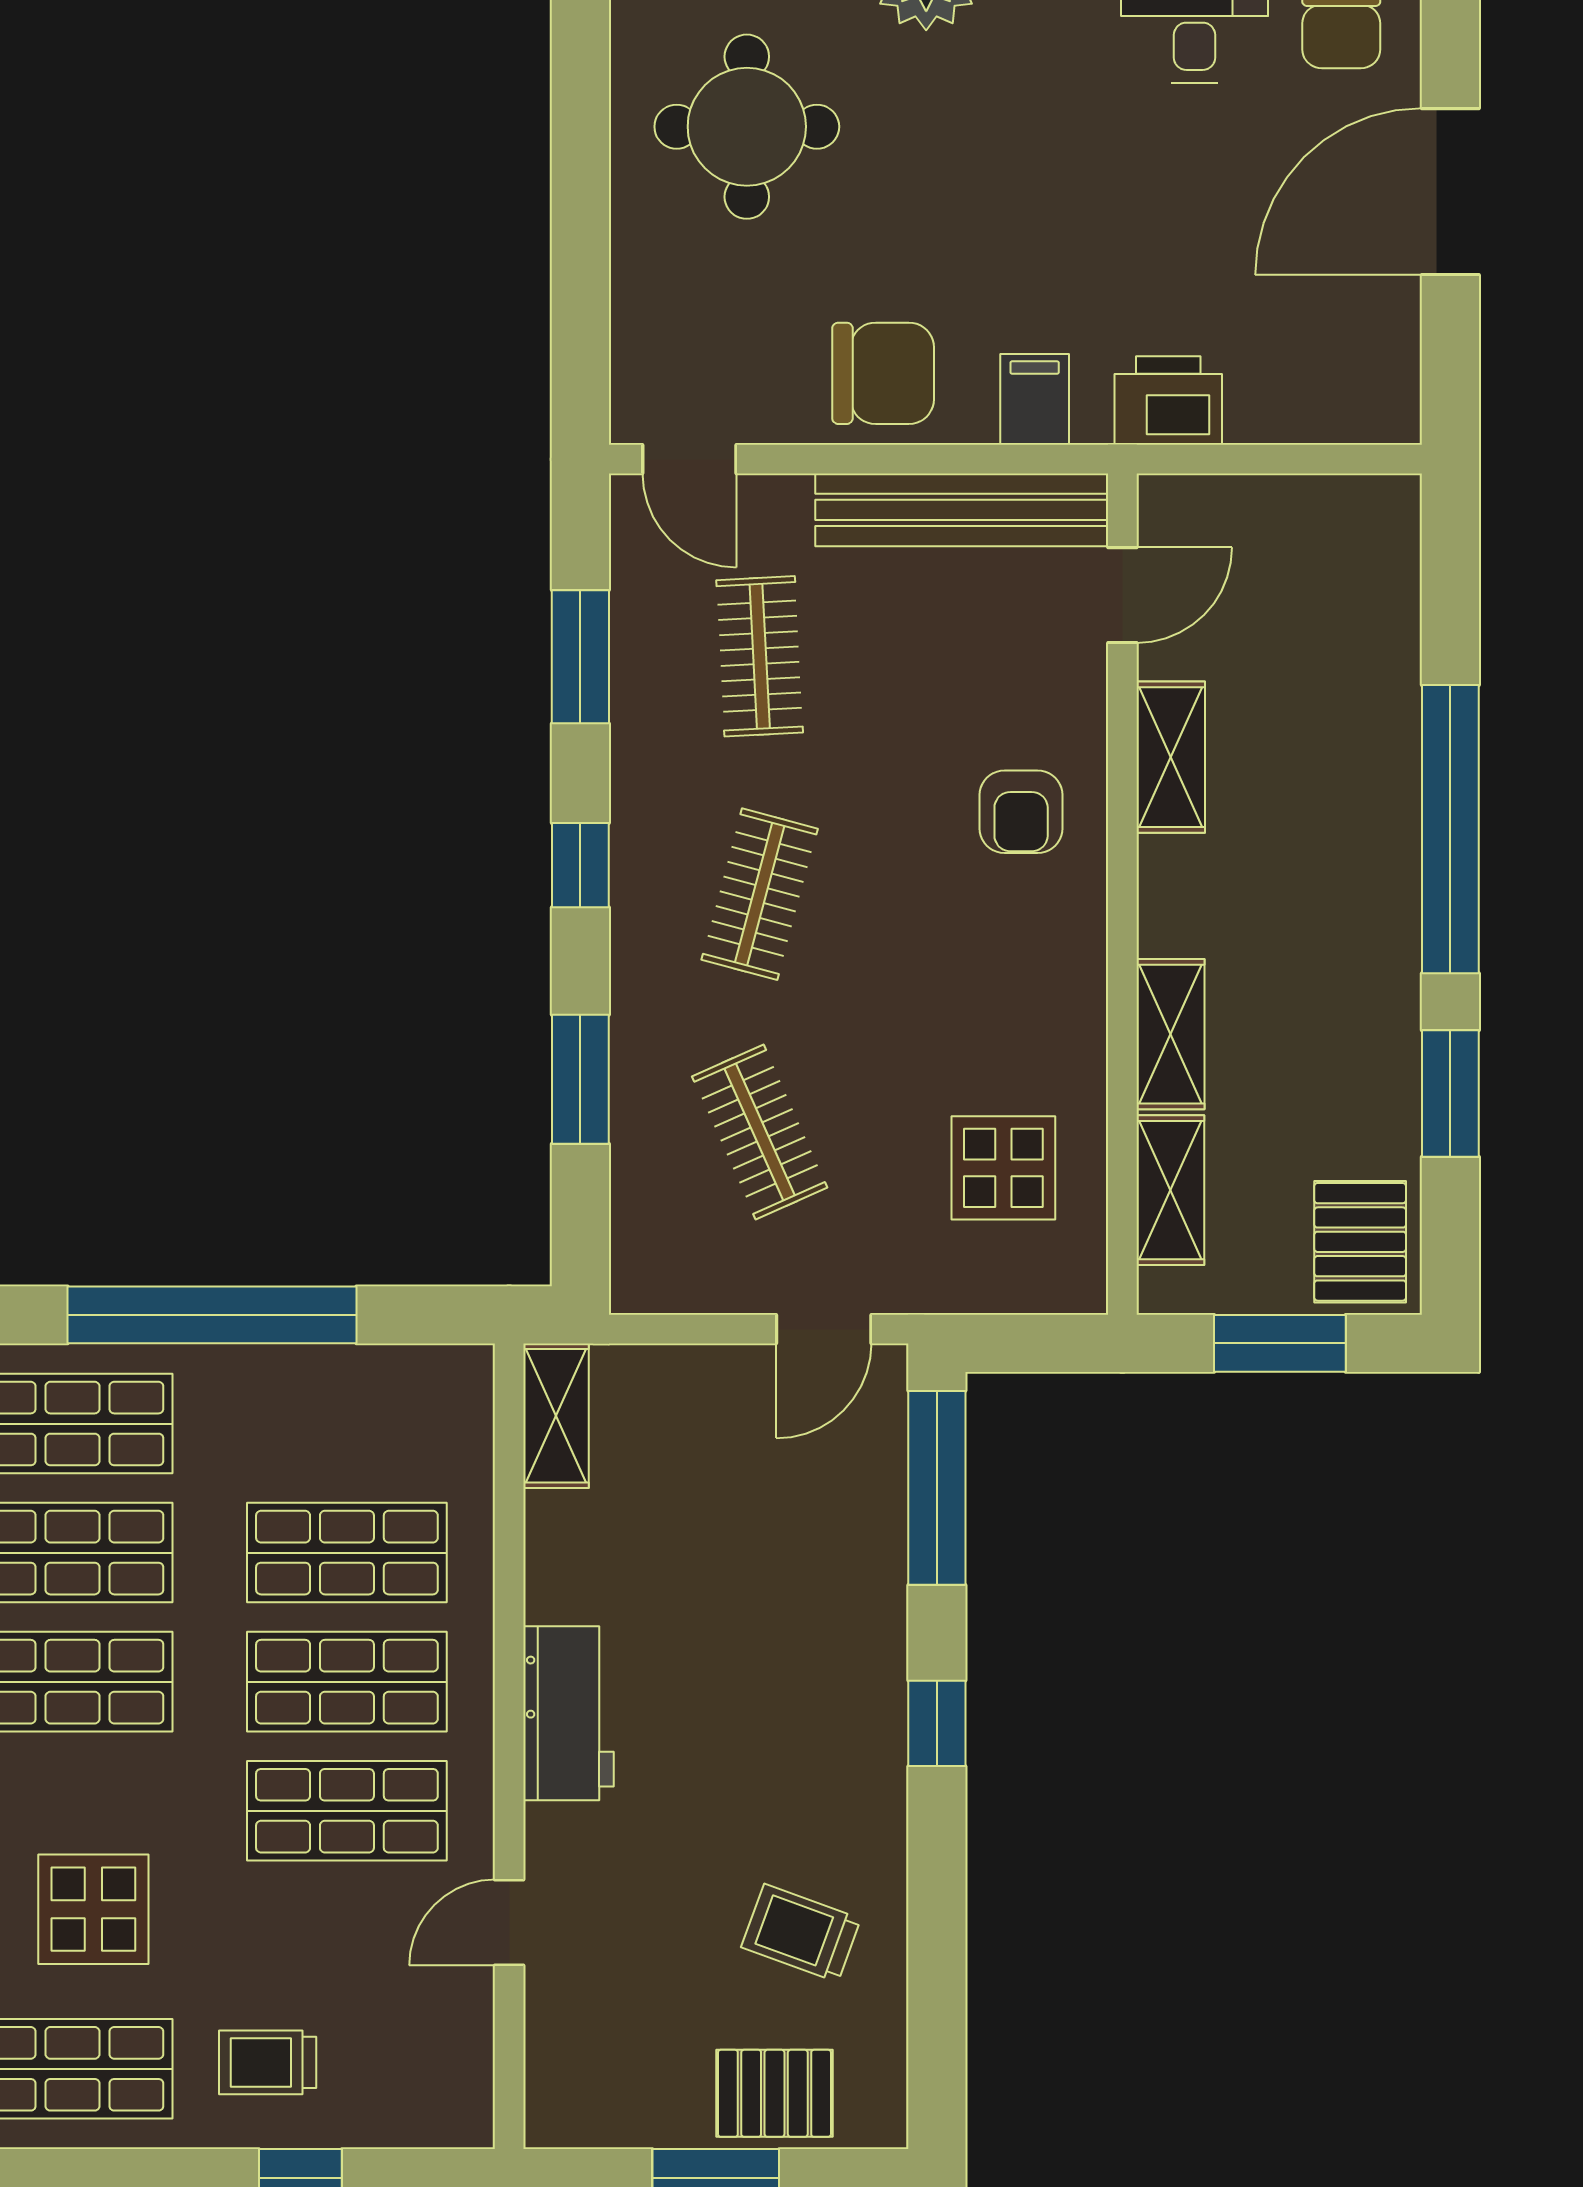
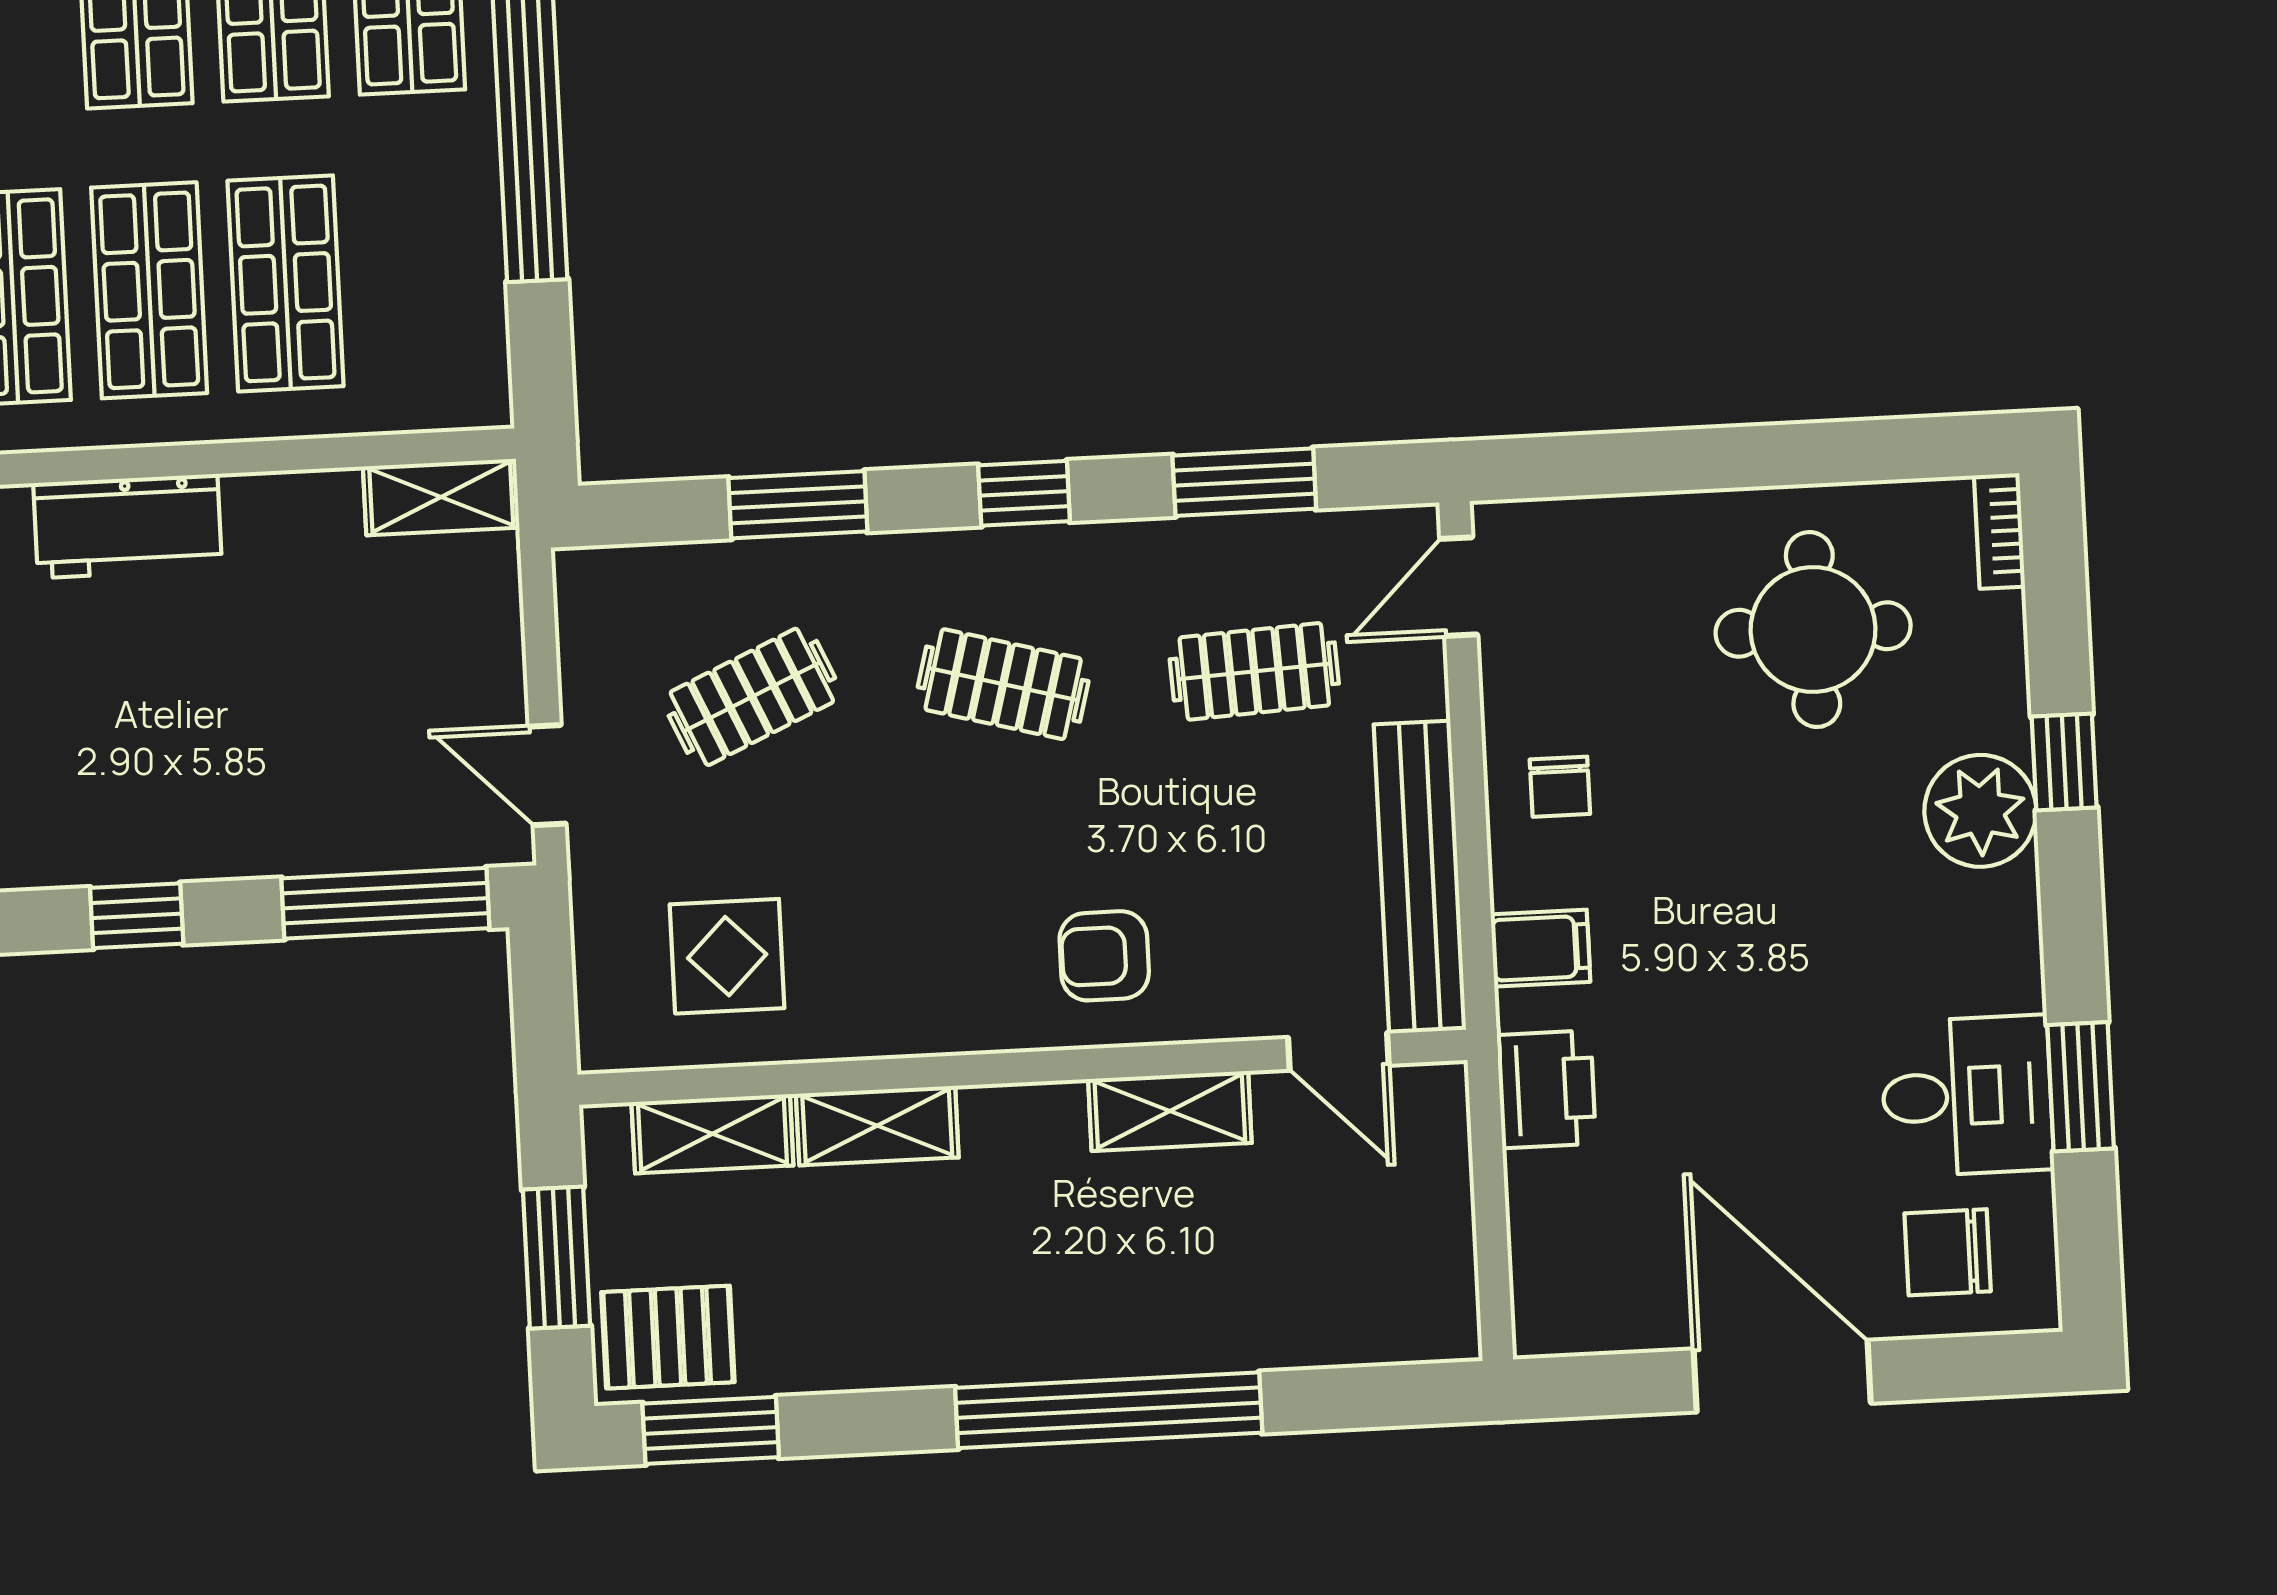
chair: (883, 373) -> (1560, 787), width x0.54, depth x0.54
window: (1450, 1093) -> (711, 1430), moved

